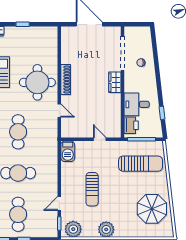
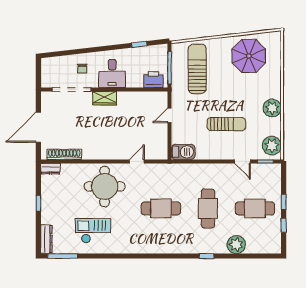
dresser: (53, 35) -> (50, 169), added
shoe rack: (66, 80) -> (64, 154), moved
desk: (137, 104) -> (112, 73), moved

